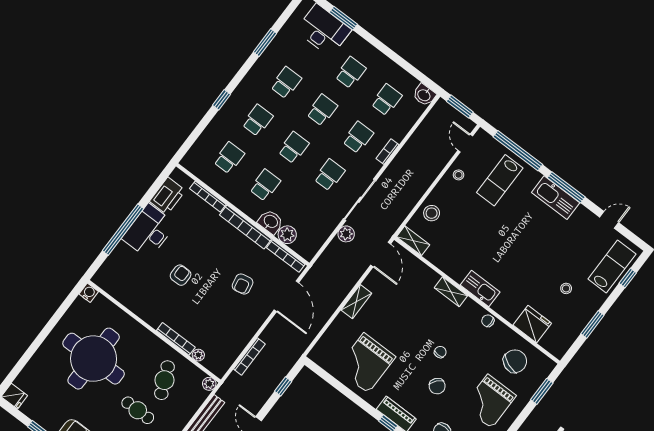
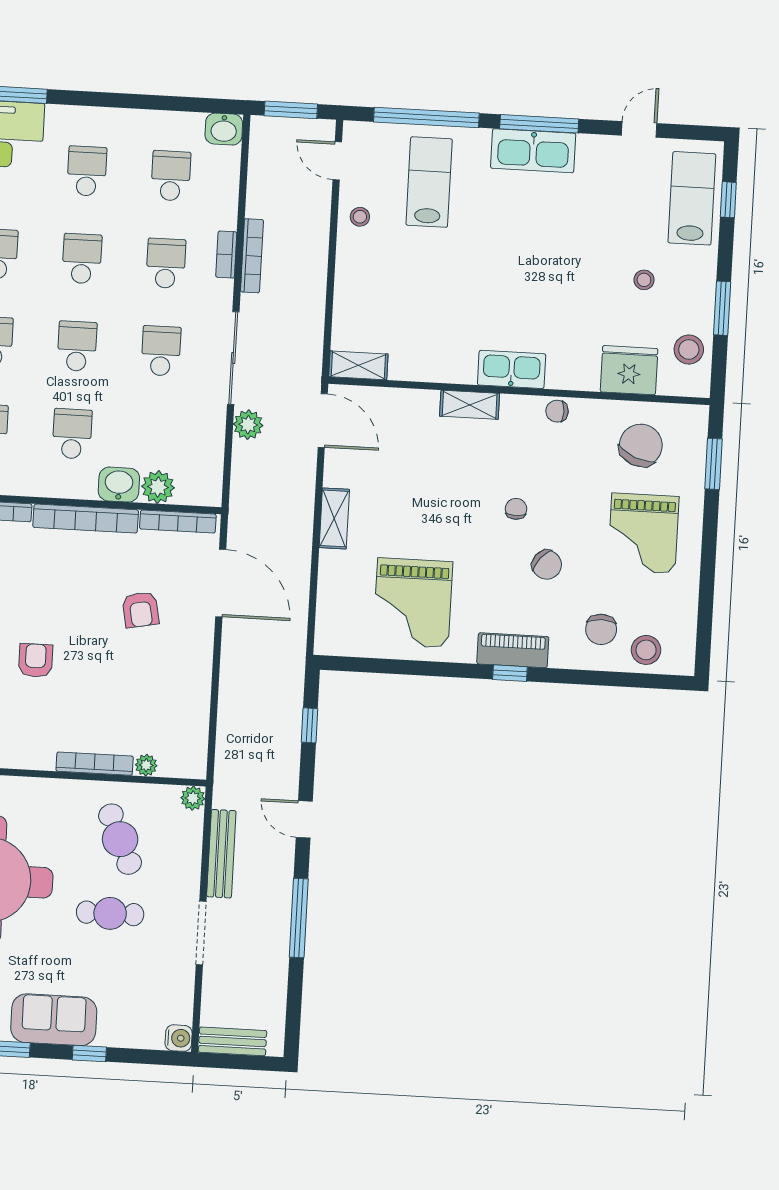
lab bench: (500, 180) -> (429, 182), turned 180
stool: (432, 213) -> (689, 349), moved
bookcase: (249, 356) -> (252, 256), moved

